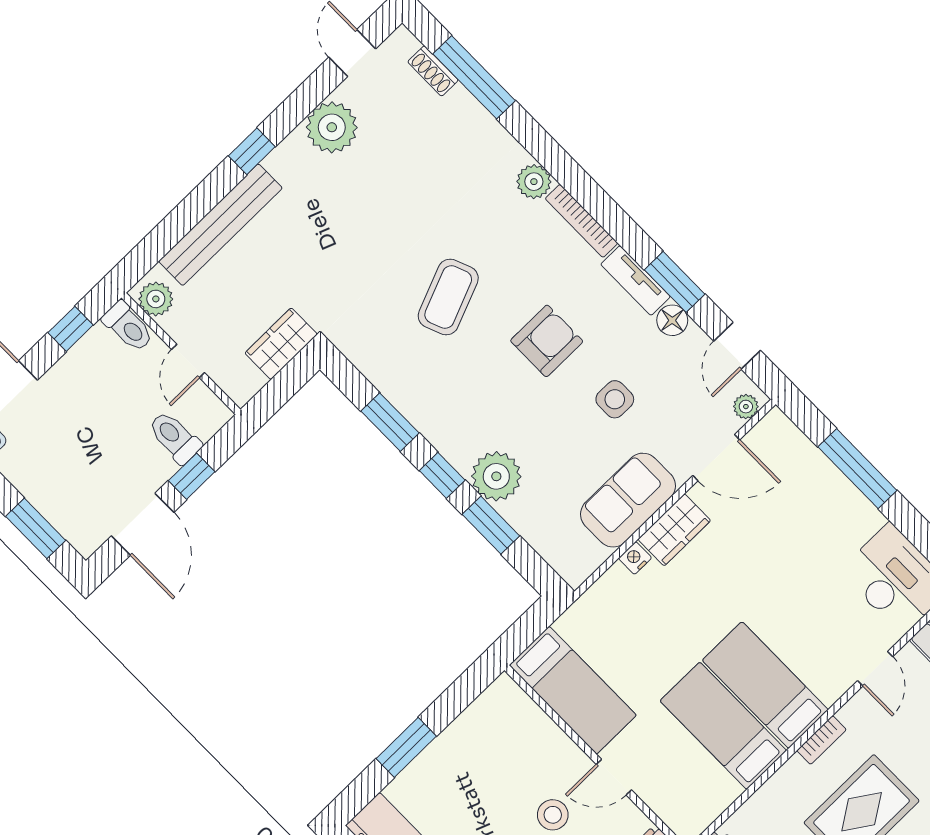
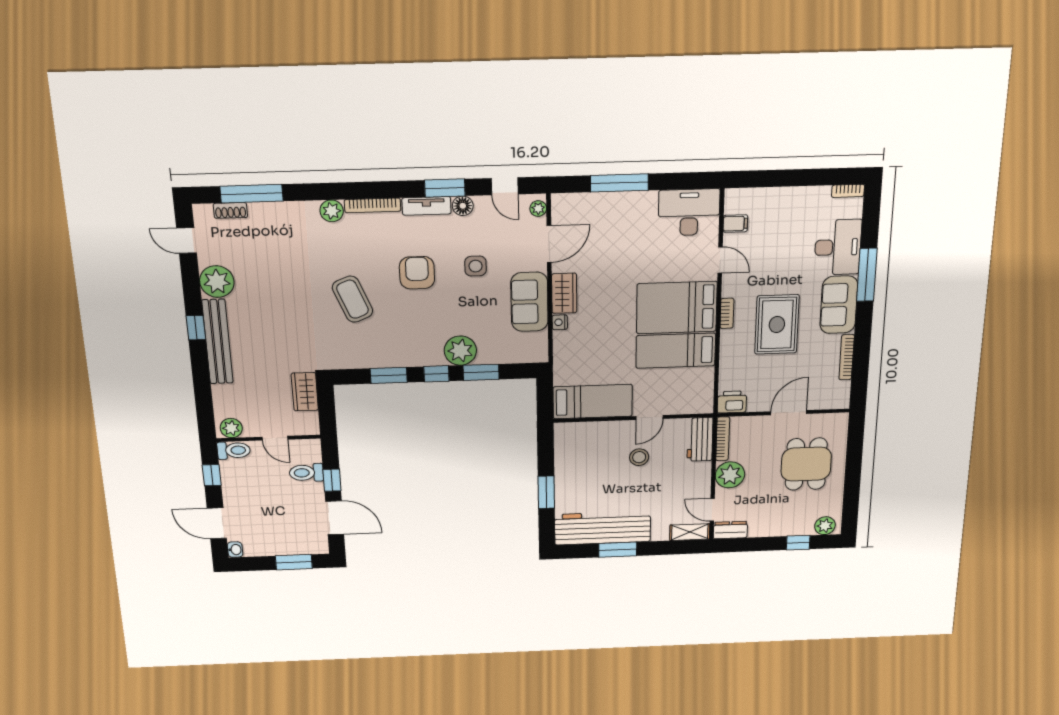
bench: (220, 225) -> (217, 342), moved
bed: (765, 685) -> (677, 308), width x1.50

